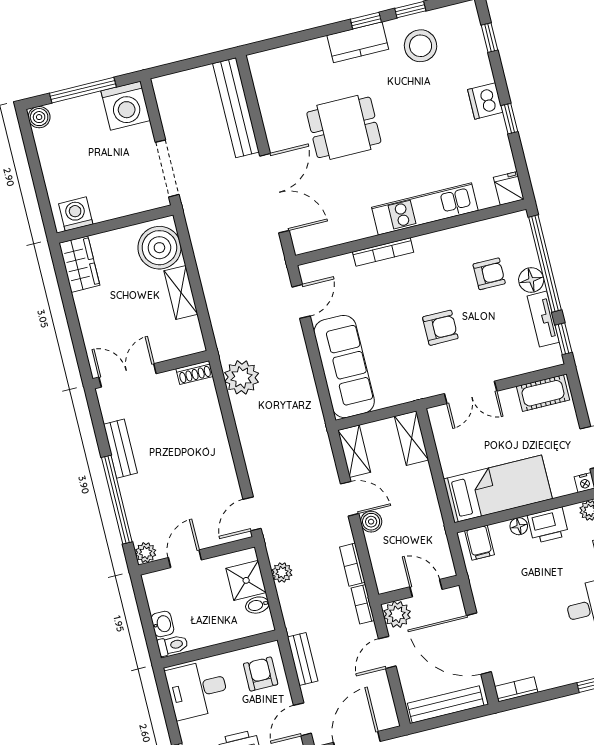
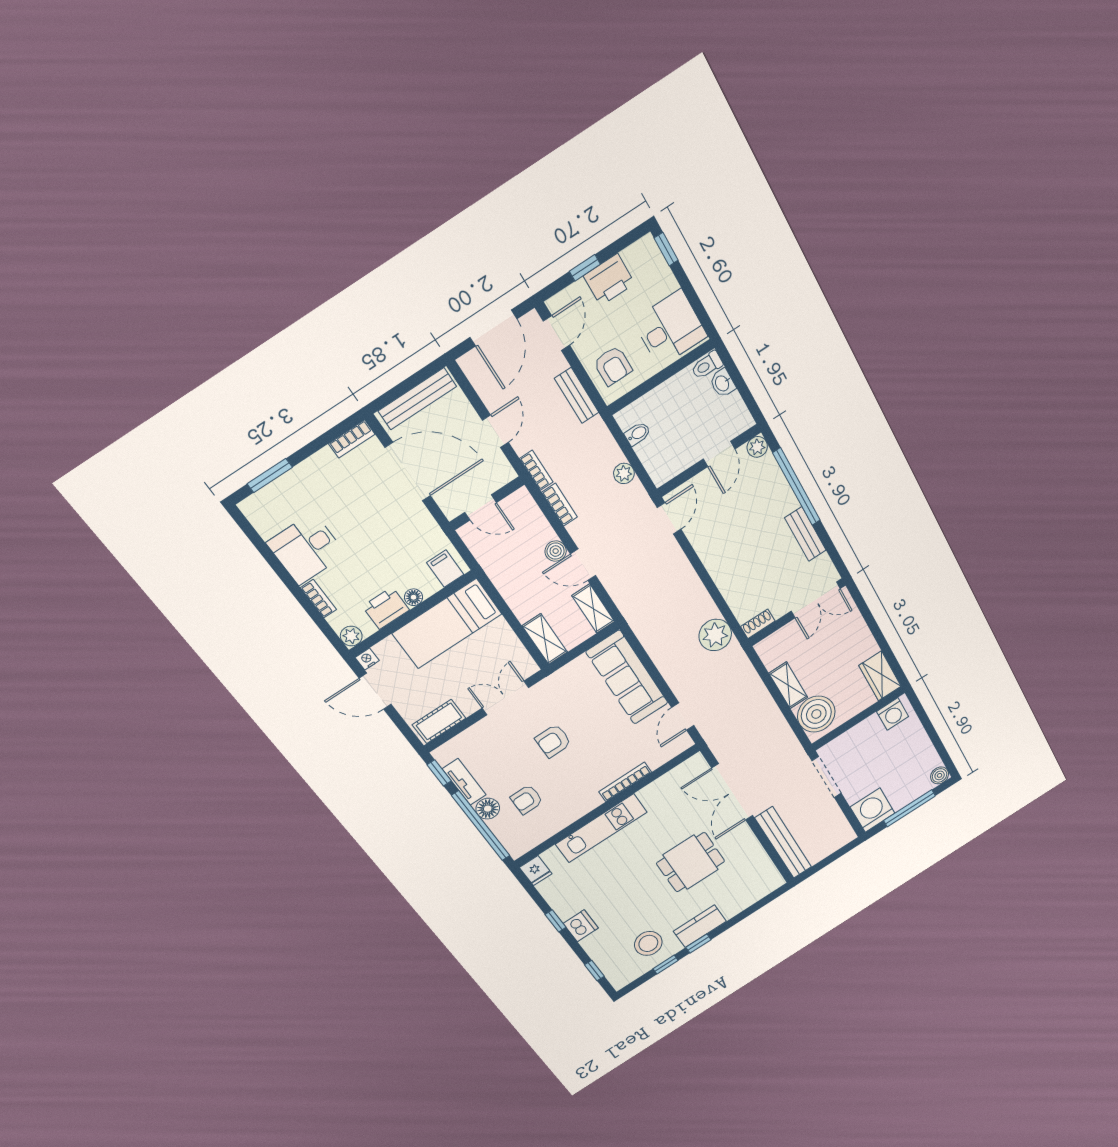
shower: (246, 580) -> (656, 454), removed
plant: (397, 614) -> (499, 472), removed

